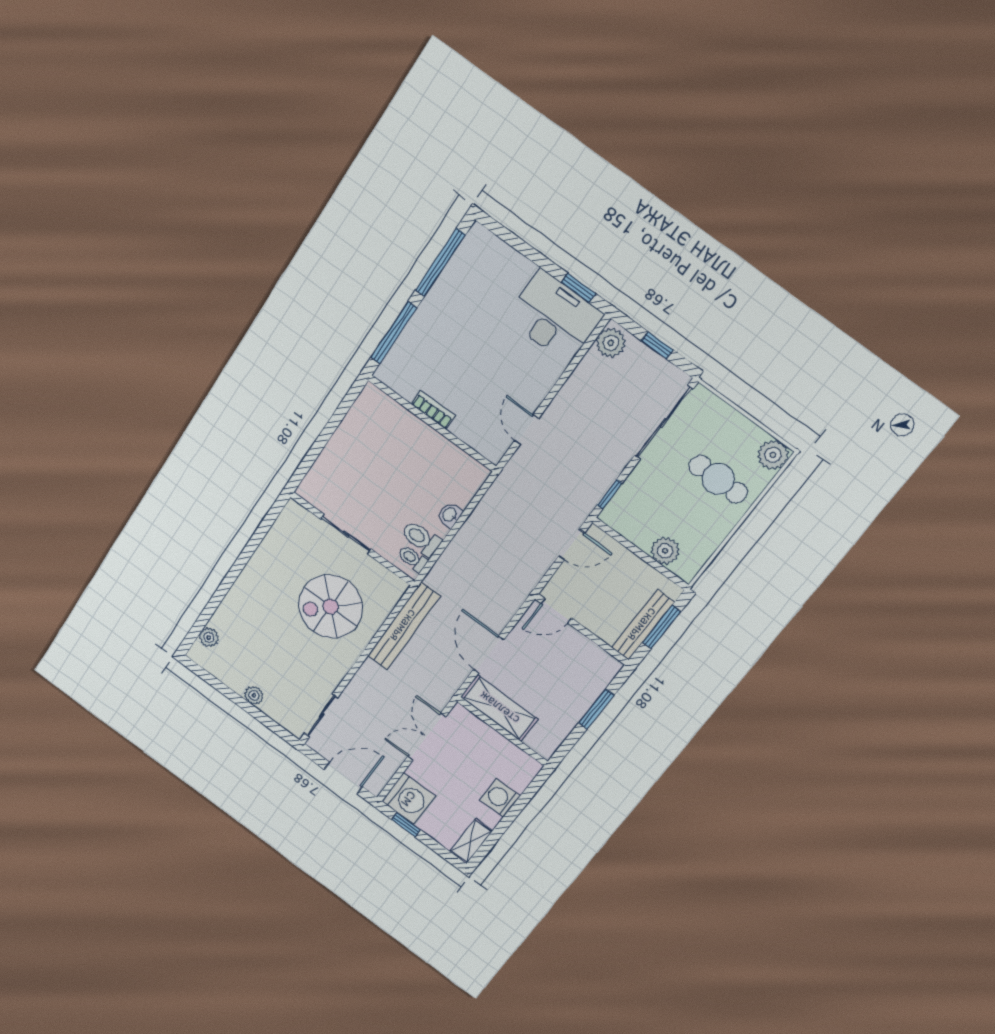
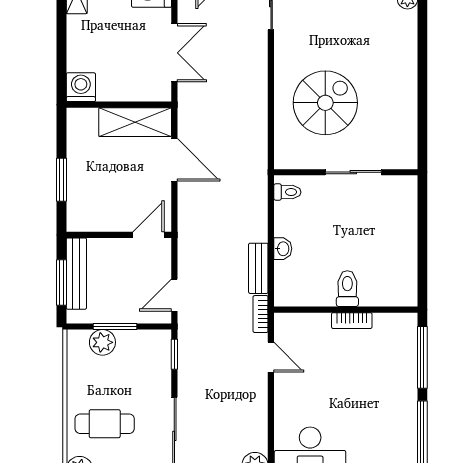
bookcase: (509, 474) -> (261, 314), added
toilet: (421, 538) -> (347, 289), moved, turned -90
window: (644, 556) -> (115, 327), added
bench: (404, 626) -> (258, 268), moved, width x0.54, depth x0.82
washing machine: (500, 798) -> (81, 87), moved, turned -90

